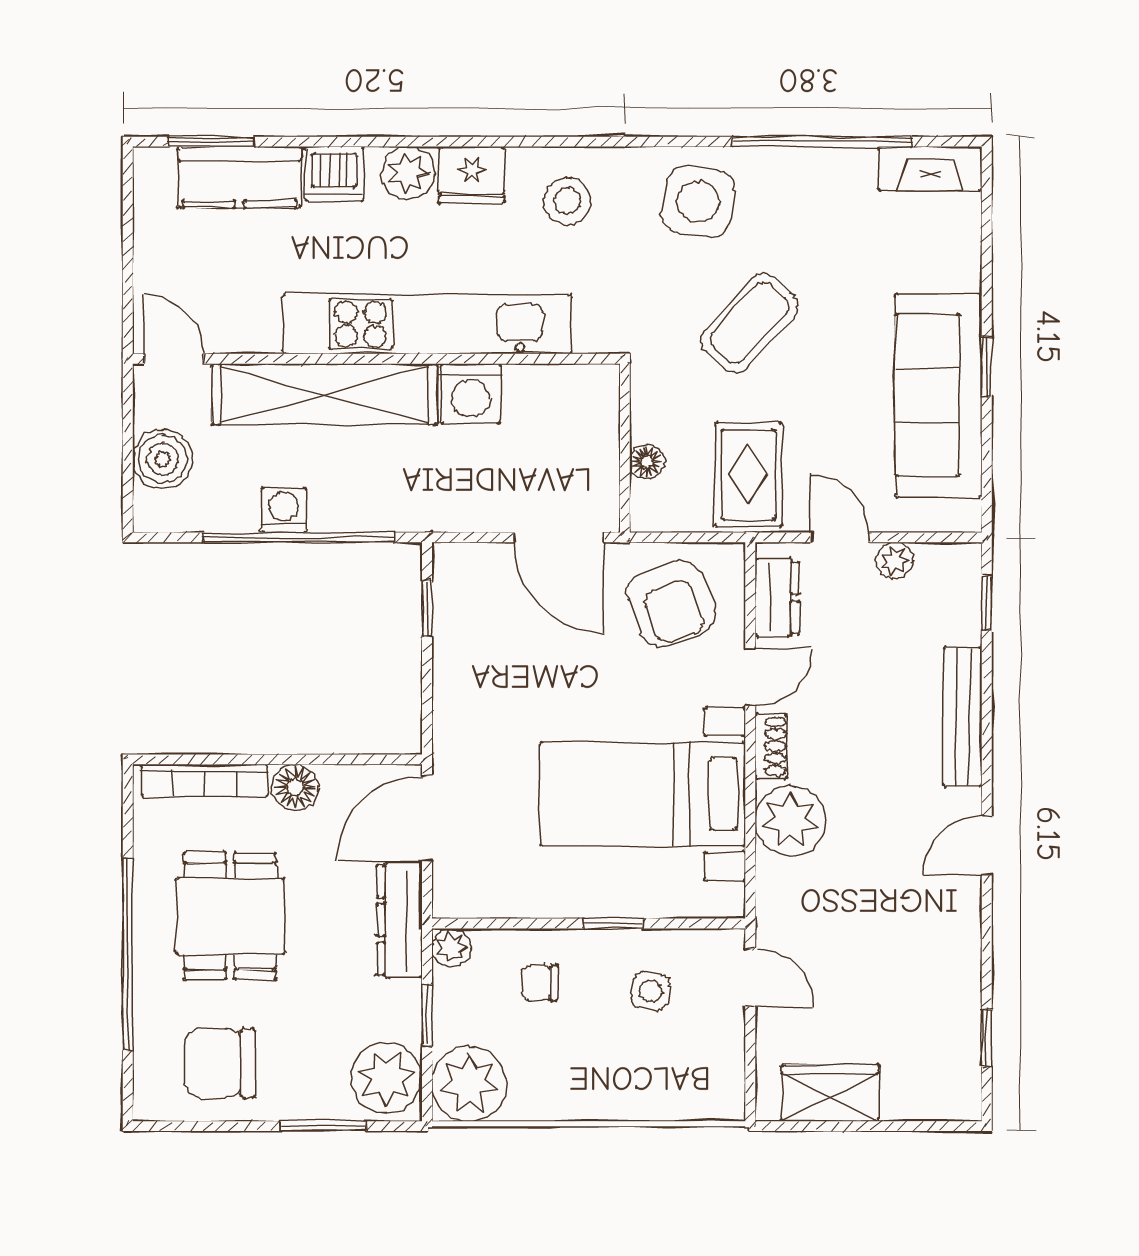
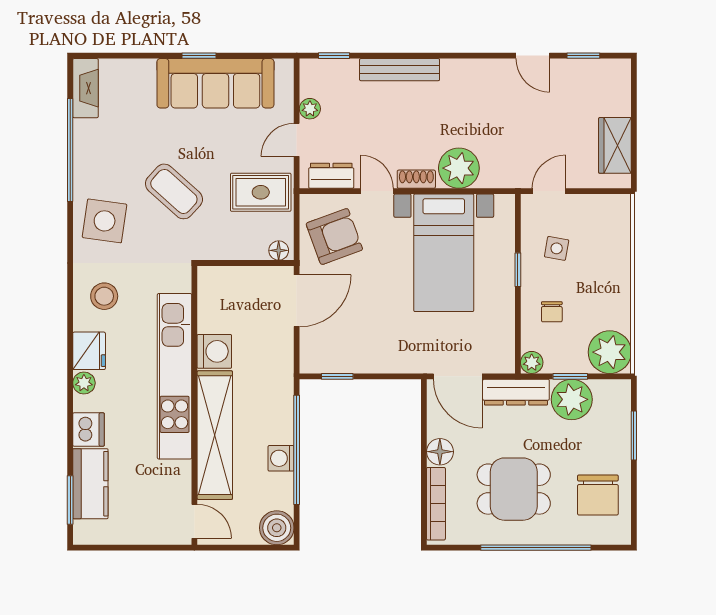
plant: (408, 173) -> (84, 383), width x0.73, depth x0.73
door: (174, 359) -> (194, 521), swing flipped
boiler: (163, 459) -> (277, 528), moved
floor lamp: (647, 462) -> (279, 250), moved
door: (987, 845) -> (533, 56), moved
plant: (387, 1078) -> (572, 399), moved

